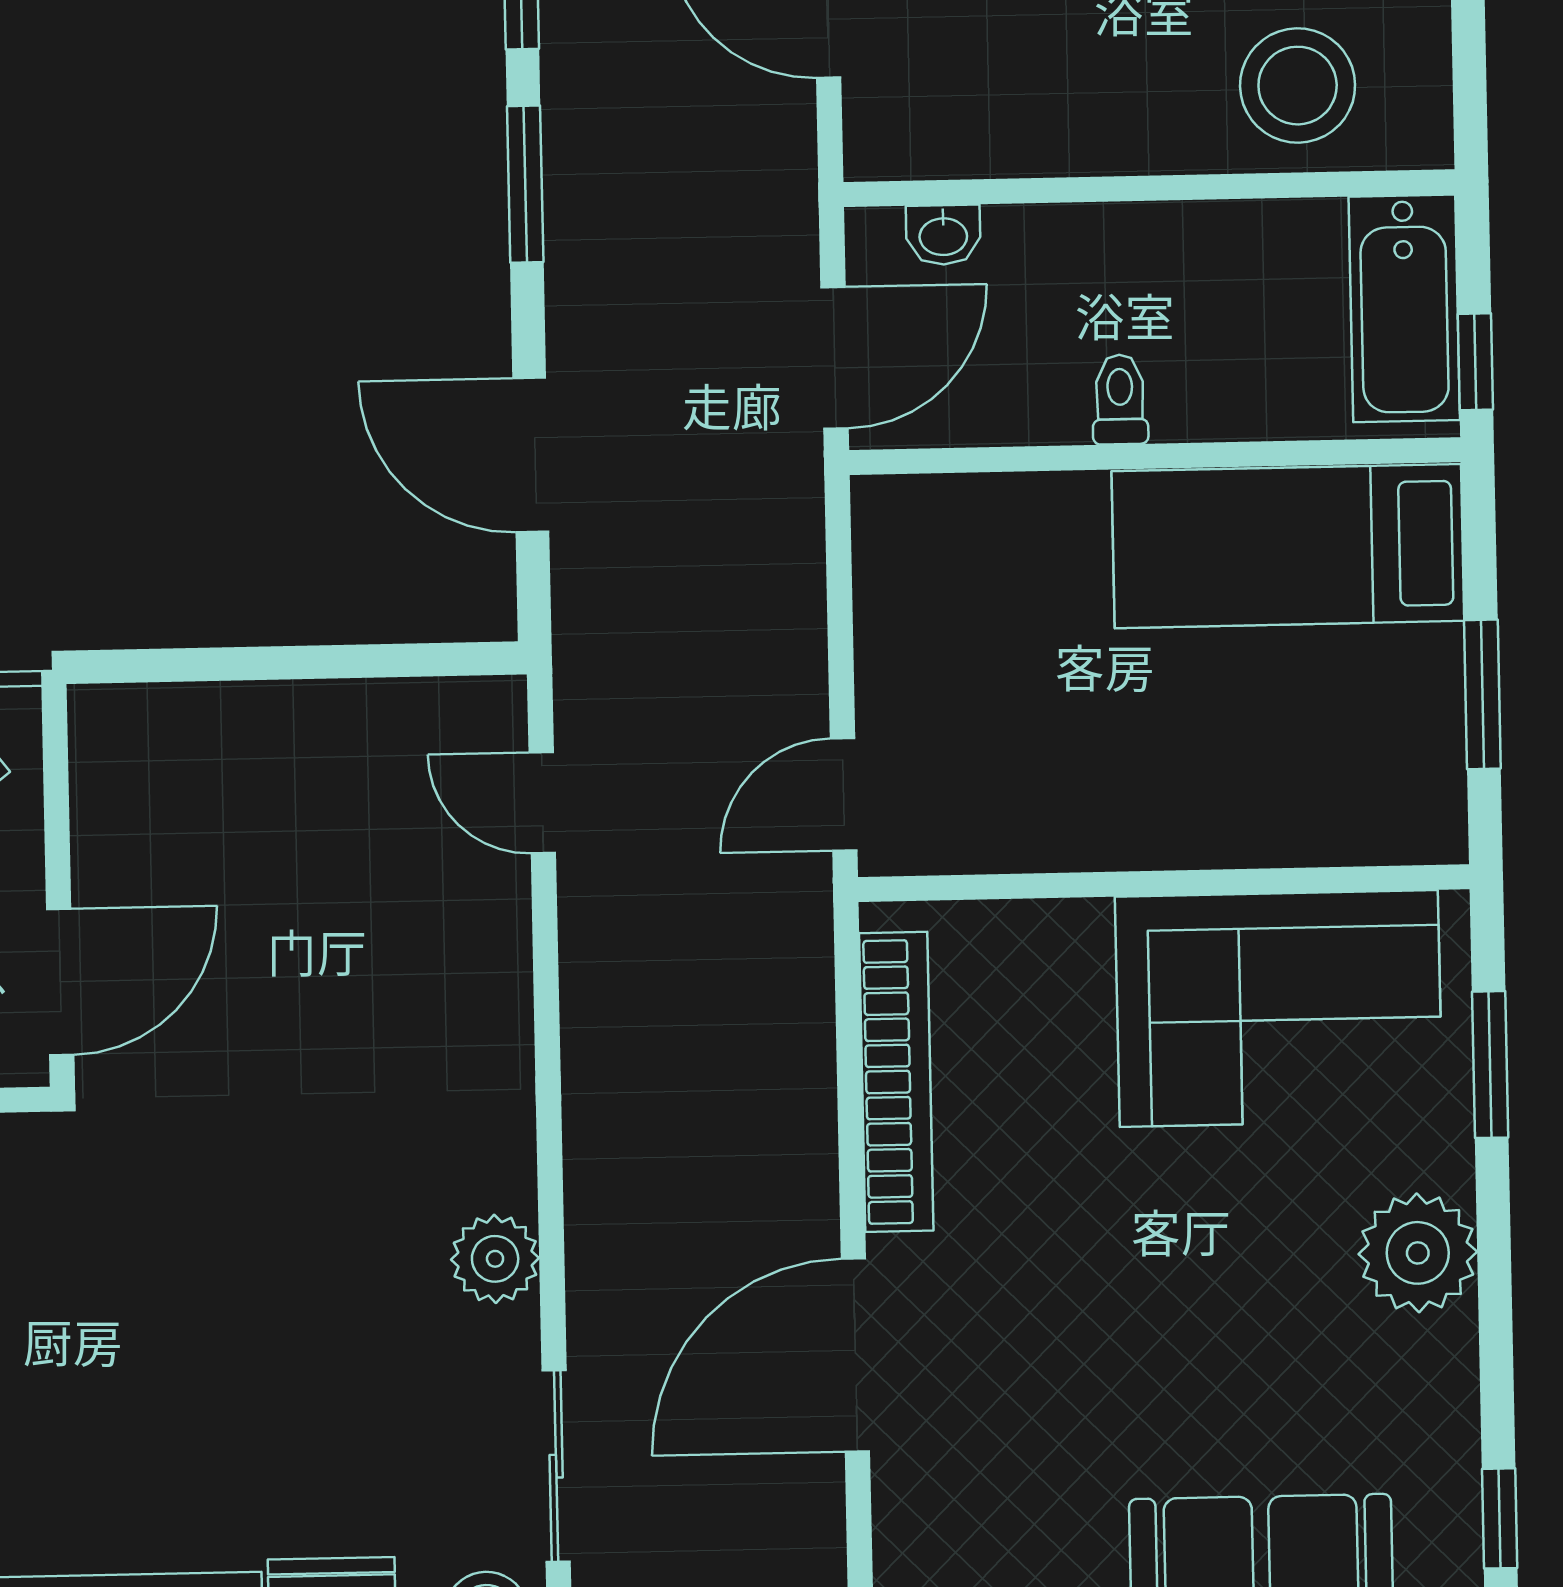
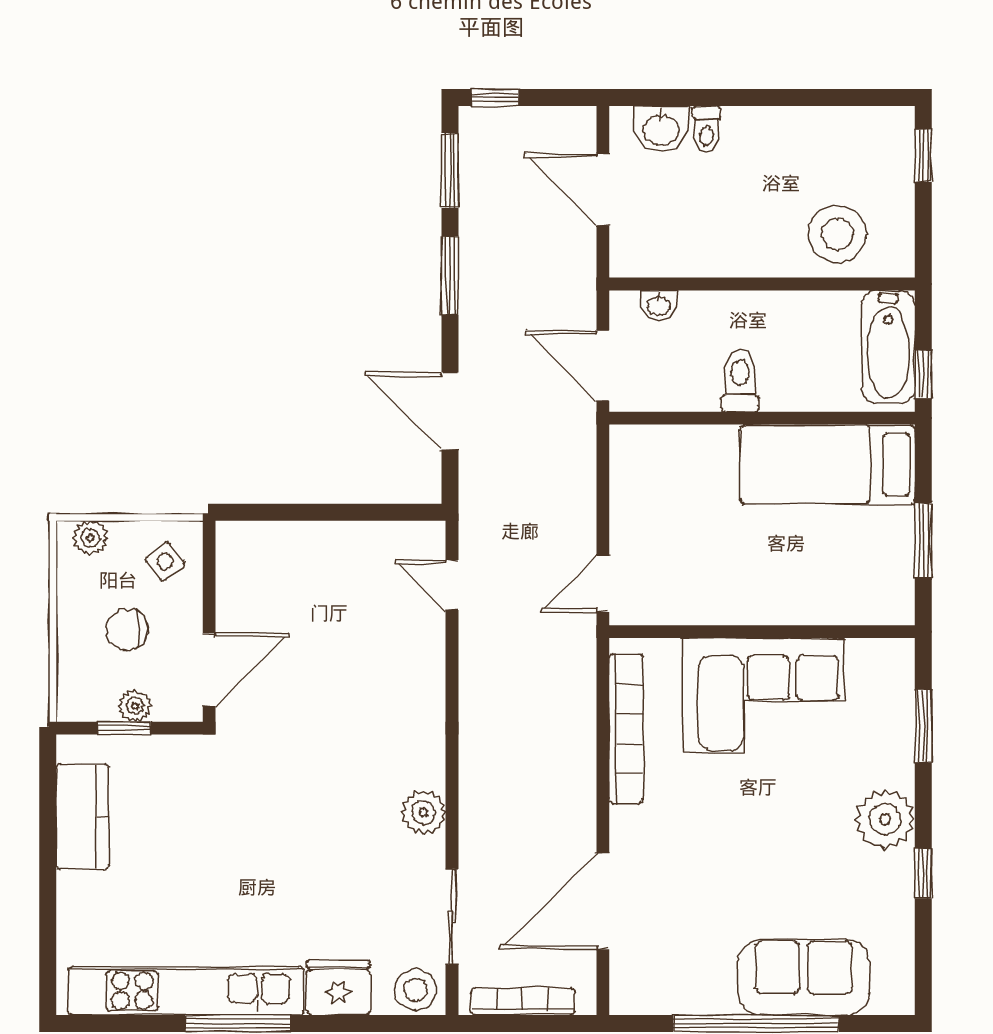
door: (835, 358) -> (603, 365), swing flipped
toilet: (1120, 399) -> (740, 381), width x1.37, depth x1.39
corner sofa: (1279, 1009) -> (763, 696), moved
door: (855, 1355) -> (603, 901), moved
window: (1500, 1518) -> (923, 873), moved

